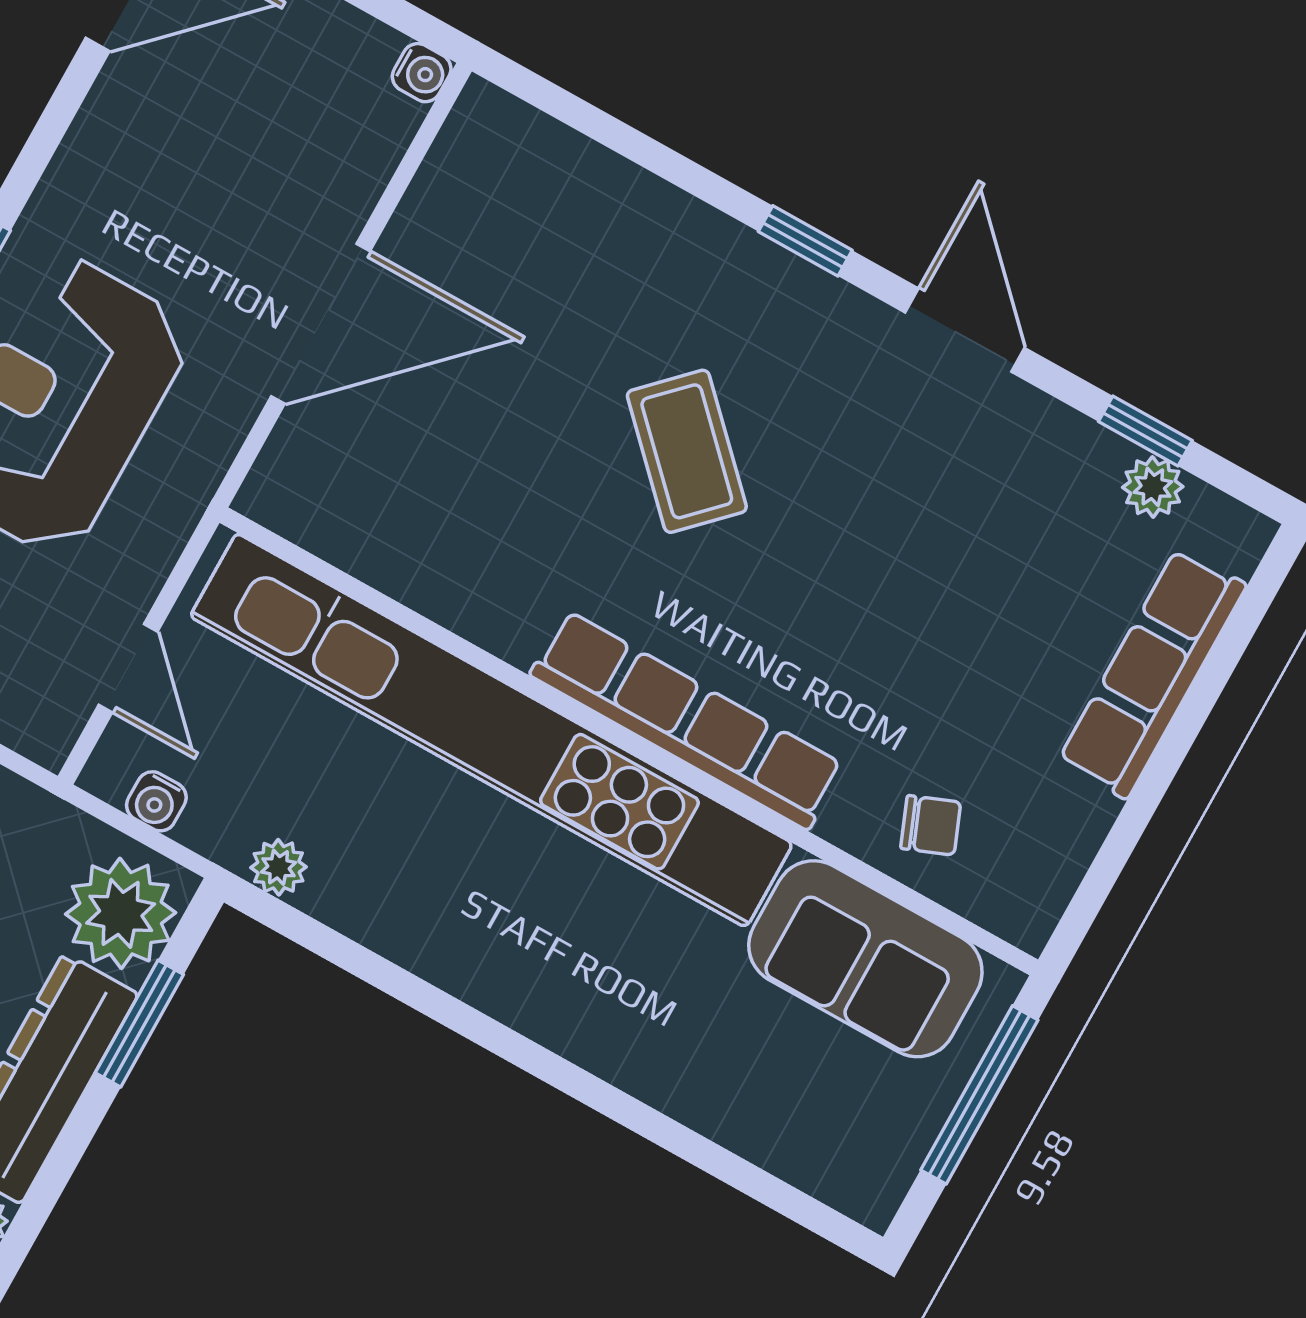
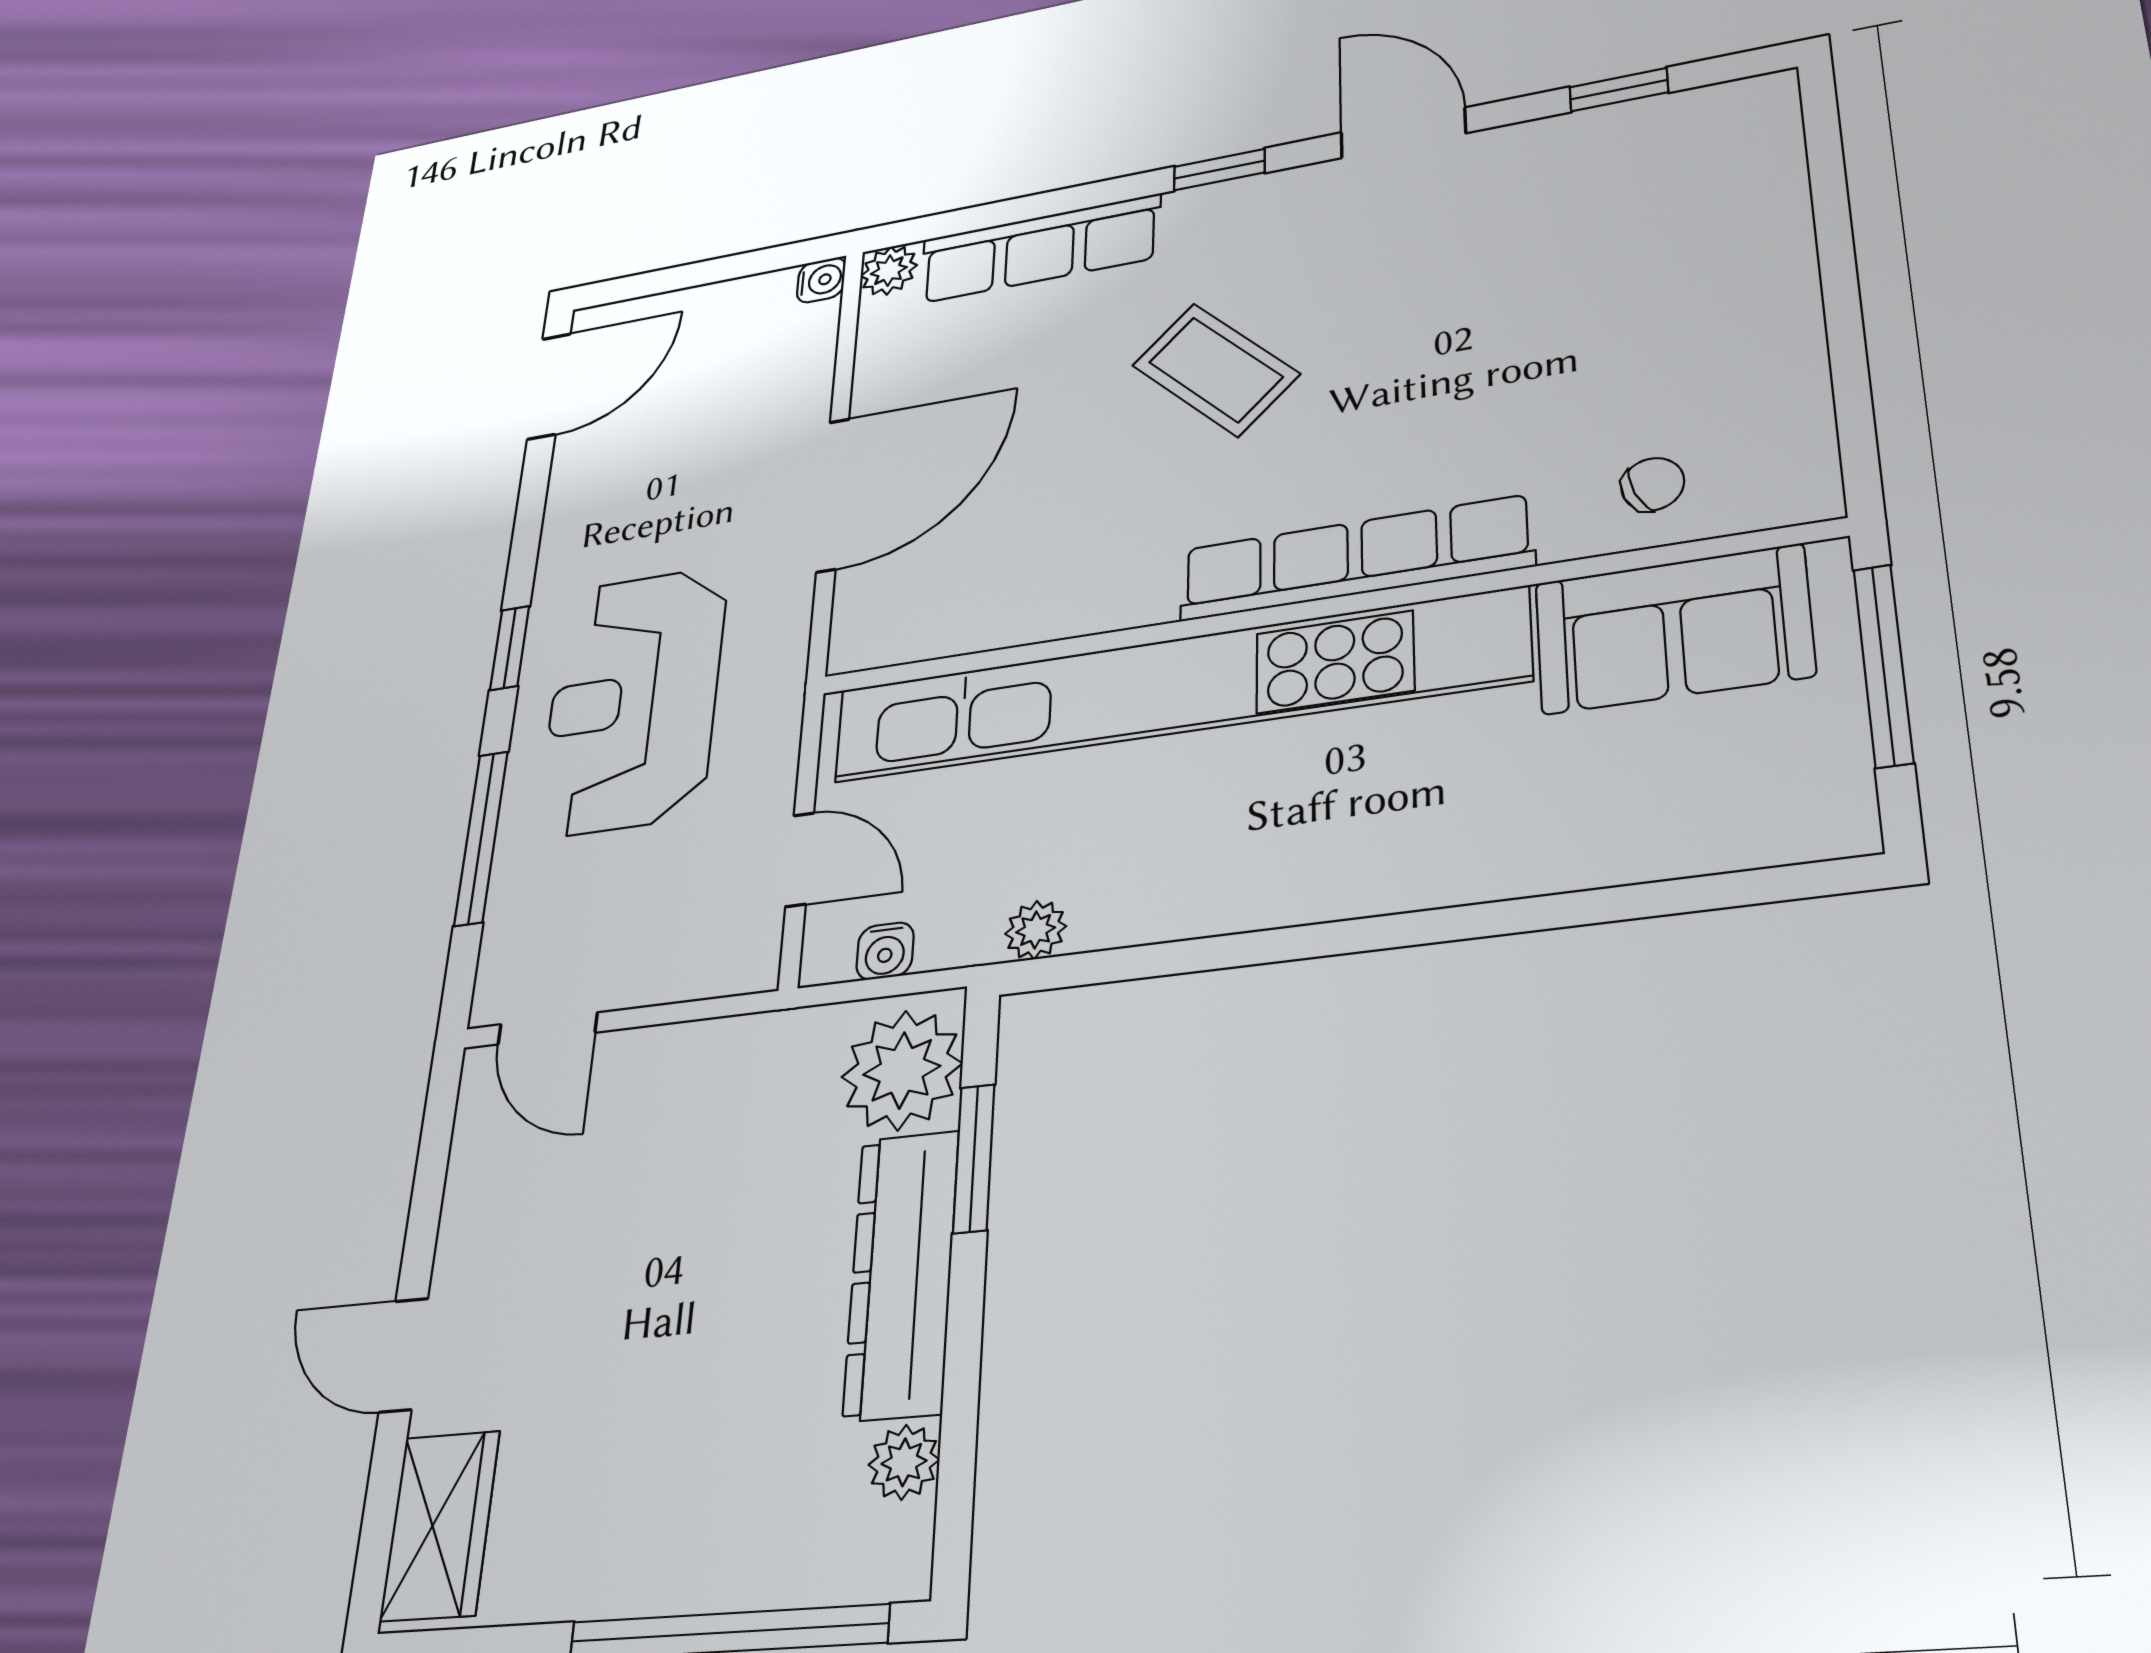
plant: (1153, 487) -> (889, 271), moved
row of seats: (1152, 673) -> (1040, 249), moved, turned -90

